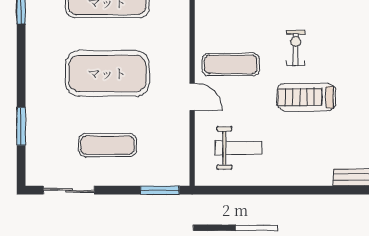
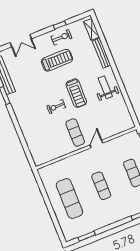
exercise mat: (107, 73) -> (101, 186), width x0.50, depth x0.69
weight bench: (238, 148) -> (105, 87), moved

